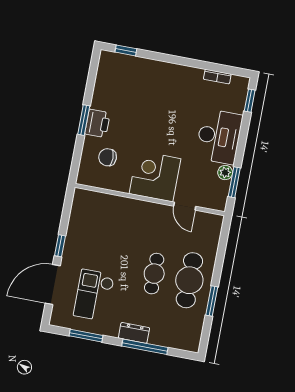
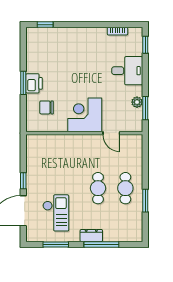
desk: (219, 137) -> (127, 71), width x0.73
cafe table: (189, 280) -> (125, 188), width x0.73, depth x0.74
checkout: (94, 295) -> (56, 213), turned 180

